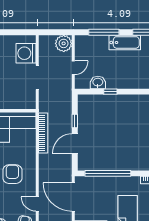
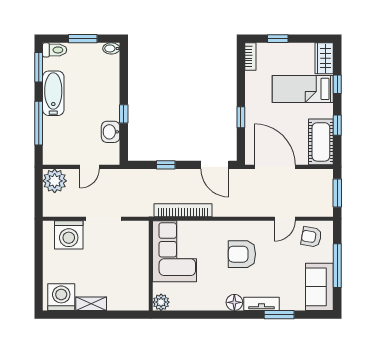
door: (73, 68) -> (90, 167), swing flipped
door: (75, 144) -> (215, 165), moved
window: (108, 173) -> (241, 117), width x0.32
door: (73, 197) -> (275, 167), swing flipped

